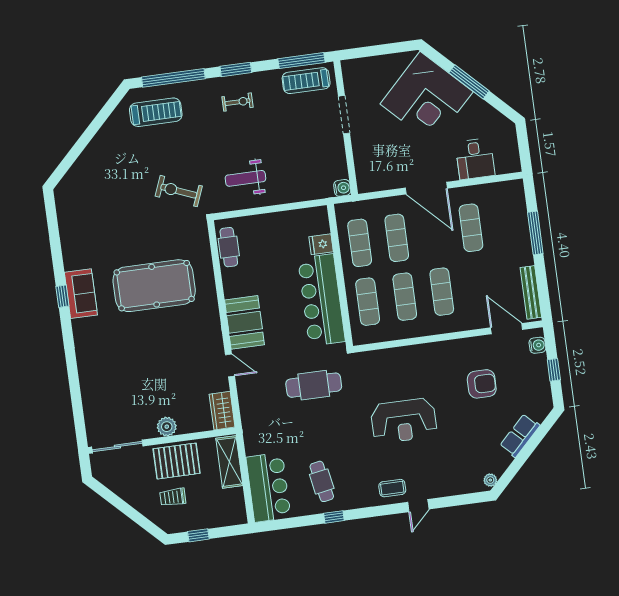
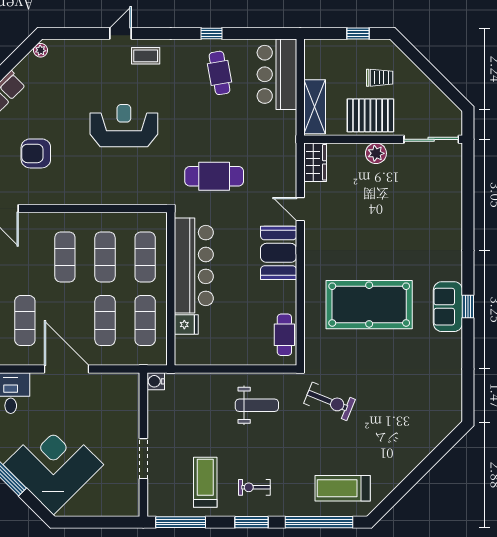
treadmill: (306, 81) -> (205, 482), moved, turned -90

